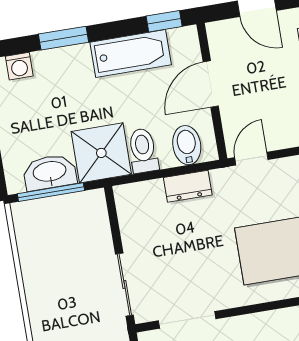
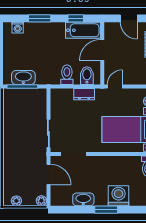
window: (164, 21) -> (76, 18), moved
bathtub: (131, 54) -> (83, 30), moved
shower: (101, 153) -> (48, 73), removed

